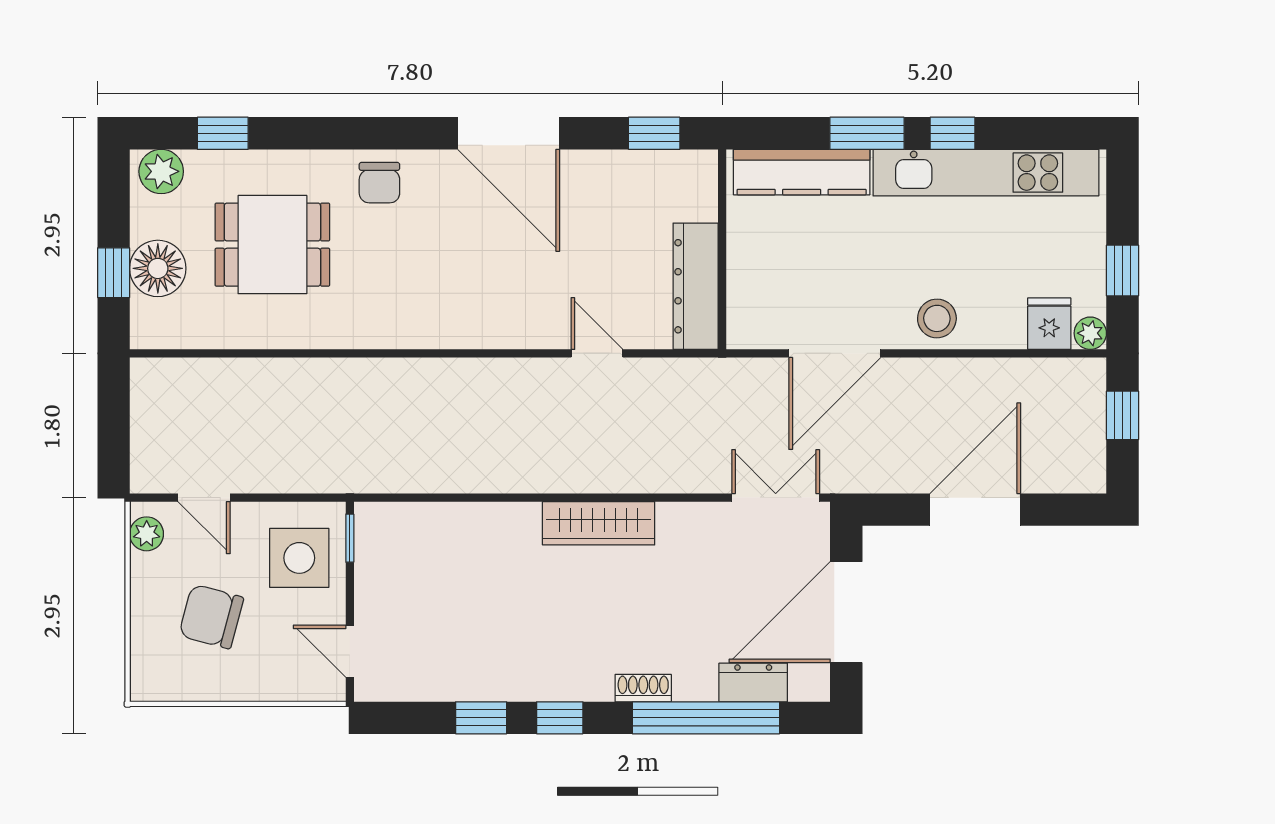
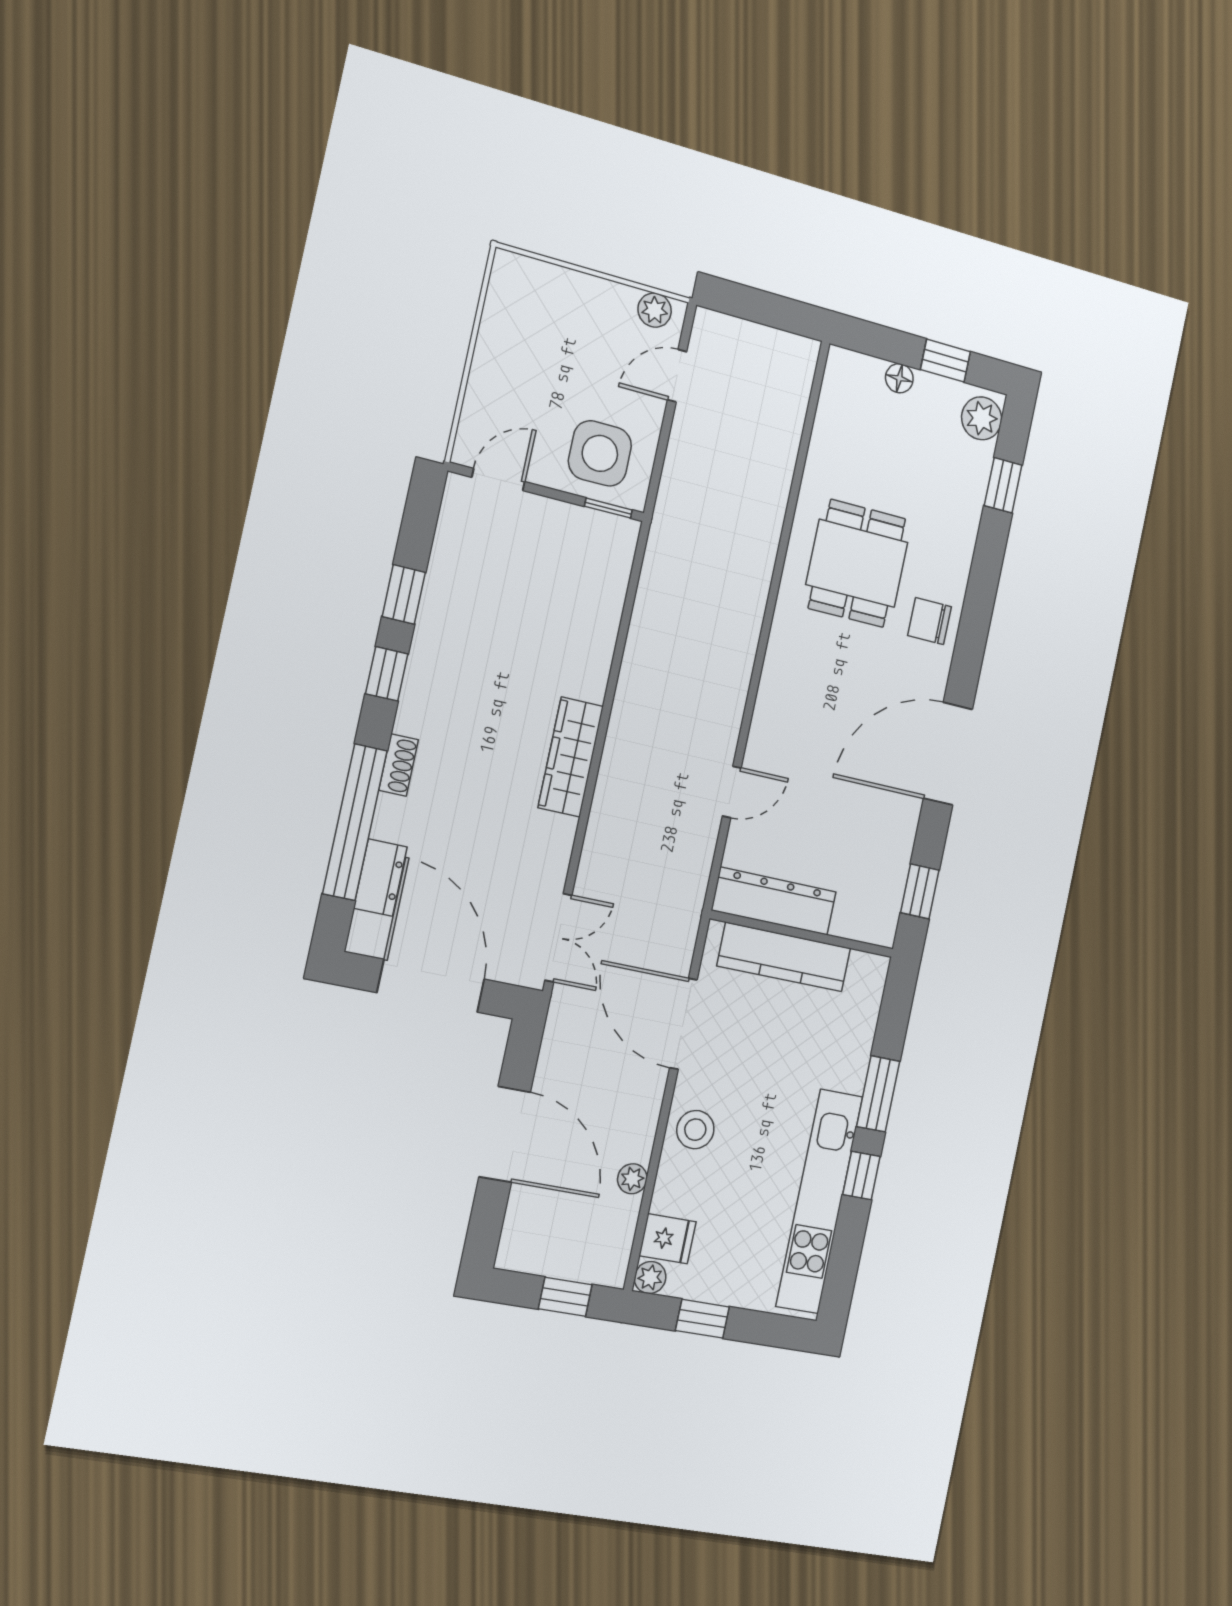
kitchen counter: (802, 172) -> (784, 957), moved, turned -90
dining table: (272, 245) -> (857, 563), moved
floor lamp: (158, 268) -> (899, 378), width x0.53, depth x0.53
window: (114, 273) -> (945, 361), moved
plant: (996, 373) -> (632, 1179), added
chair: (211, 617) -> (562, 351), removed

